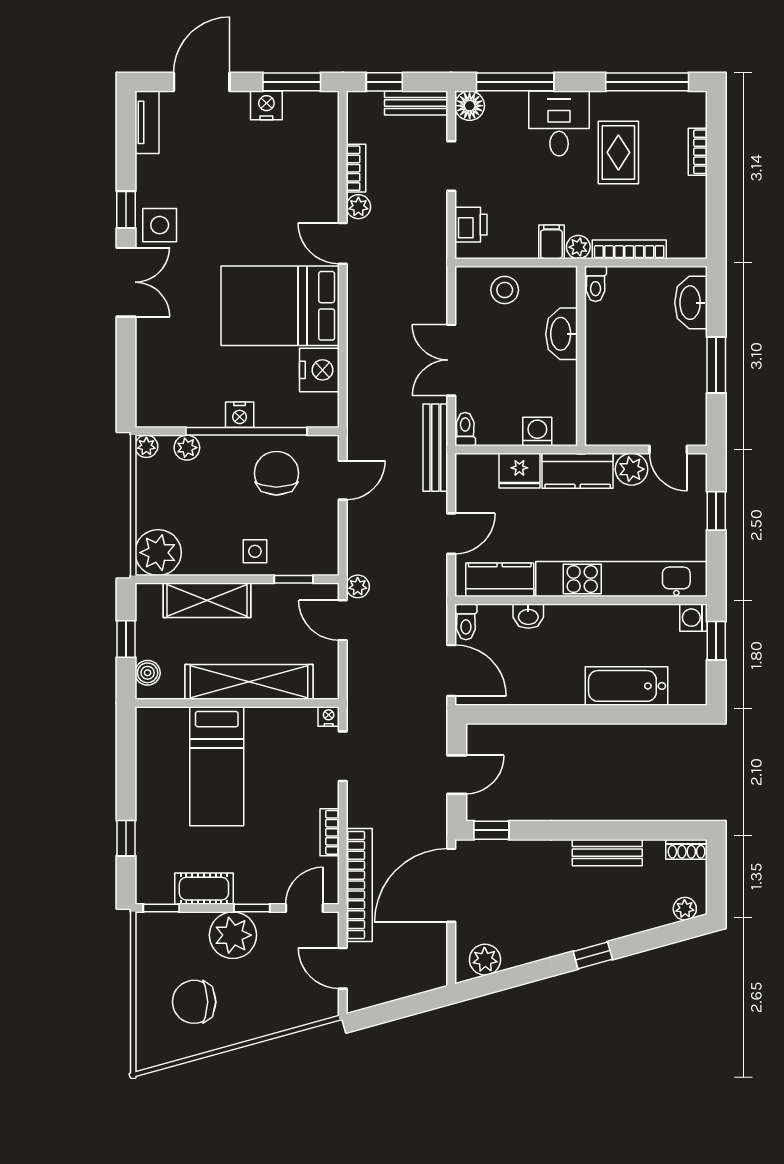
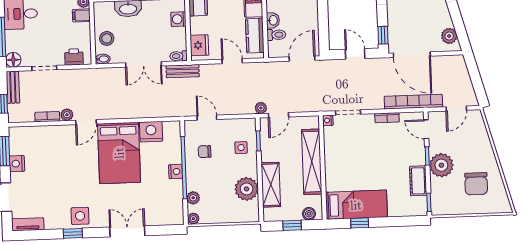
bidet: (465, 281) -> (103, 59), added
double door: (126, 282) -> (127, 231), moved
bench: (435, 448) -> (183, 71), width x0.73
fridge: (519, 471) -> (199, 45), moved
chair: (276, 473) -> (205, 152), width x0.54, depth x0.54
side table: (255, 551) -> (241, 148), moved
plant: (158, 553) -> (247, 189), moved
toilet: (466, 622) -> (276, 35), moved
bed: (217, 766) -> (356, 205), moved
window: (126, 838) -> (360, 223), moved

